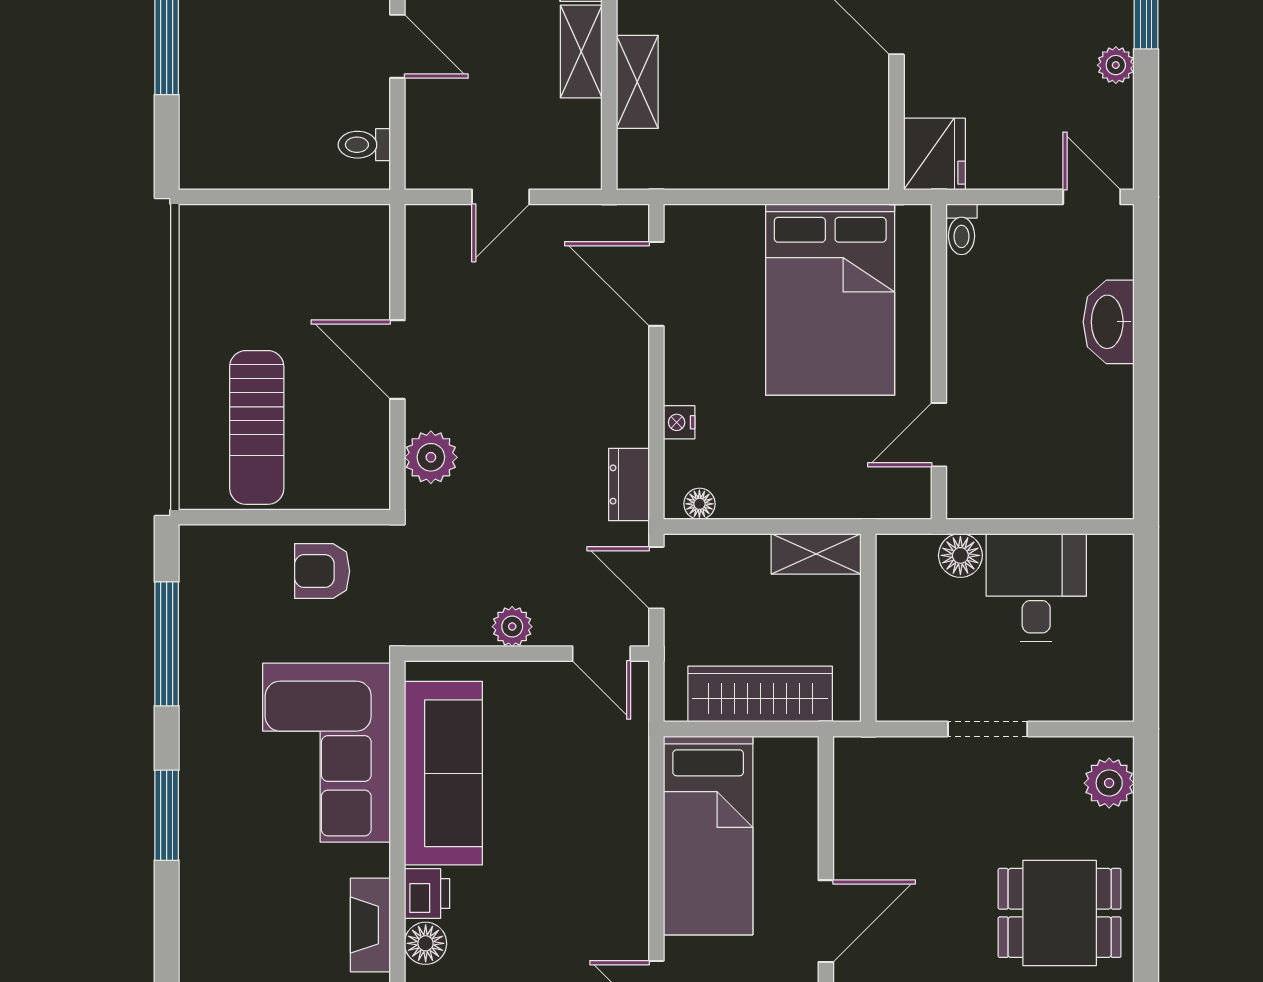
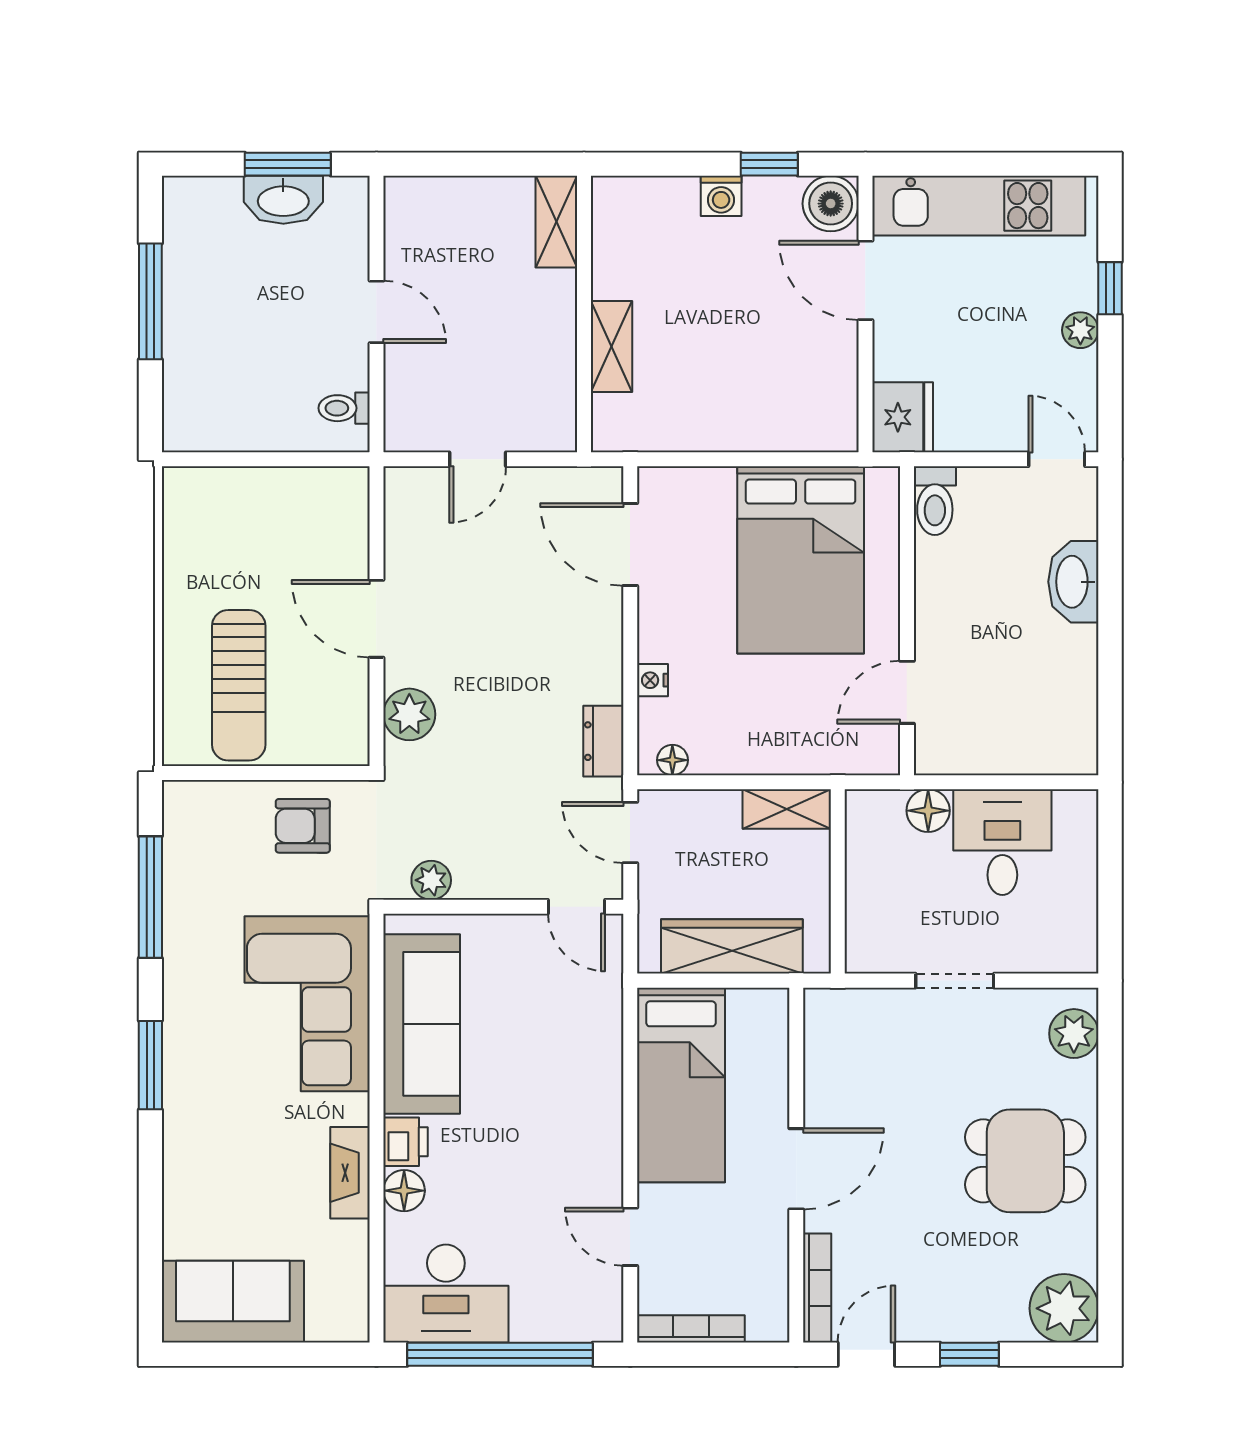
shelving: (581, 51) -> (557, 317), removed
toilet: (961, 229) -> (935, 501), width x1.37, depth x1.39
plant: (512, 627) -> (431, 880), moved

